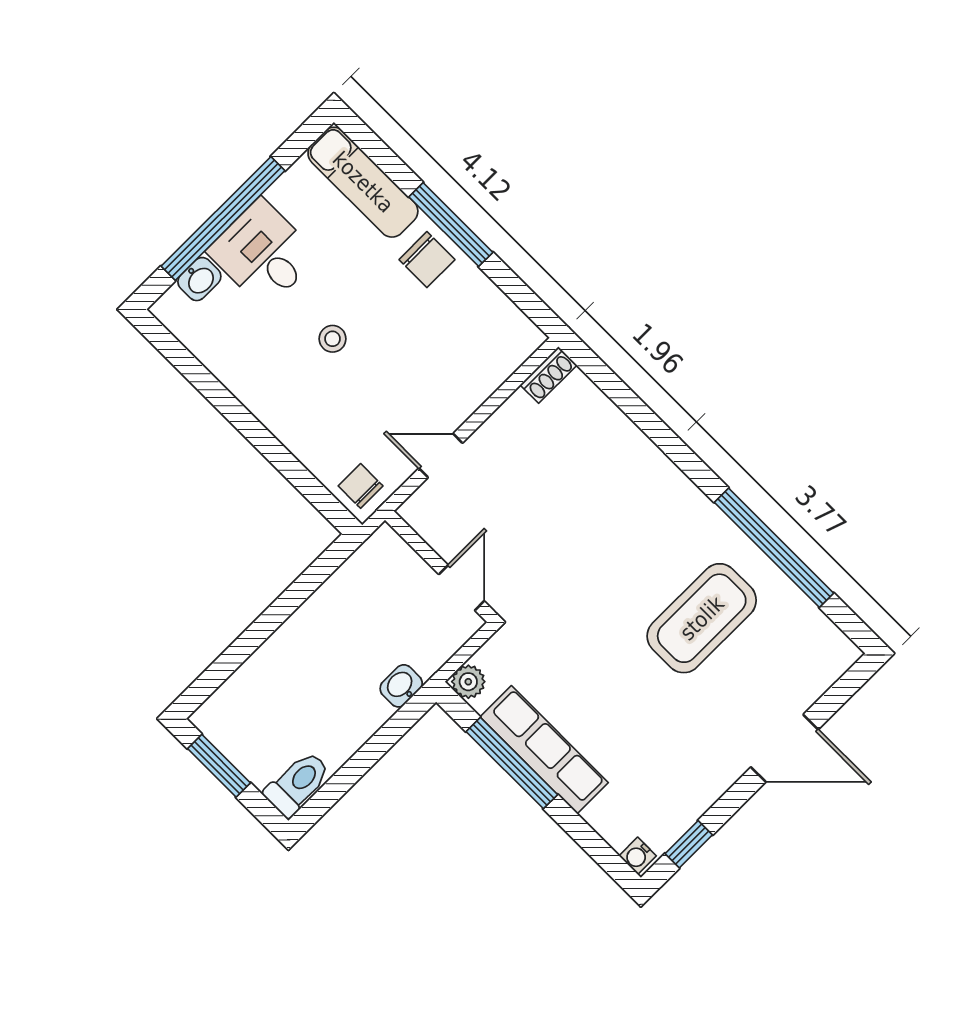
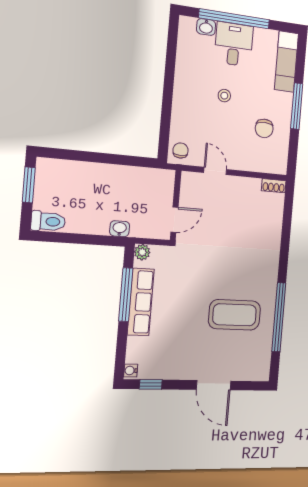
chair: (427, 260) -> (264, 128), moved

